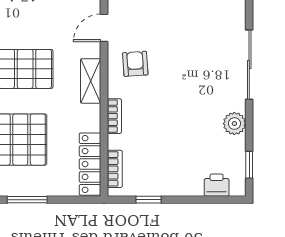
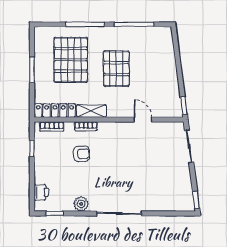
armchair: (135, 64) -> (82, 154), moved
shelving: (91, 81) -> (91, 111), moved

